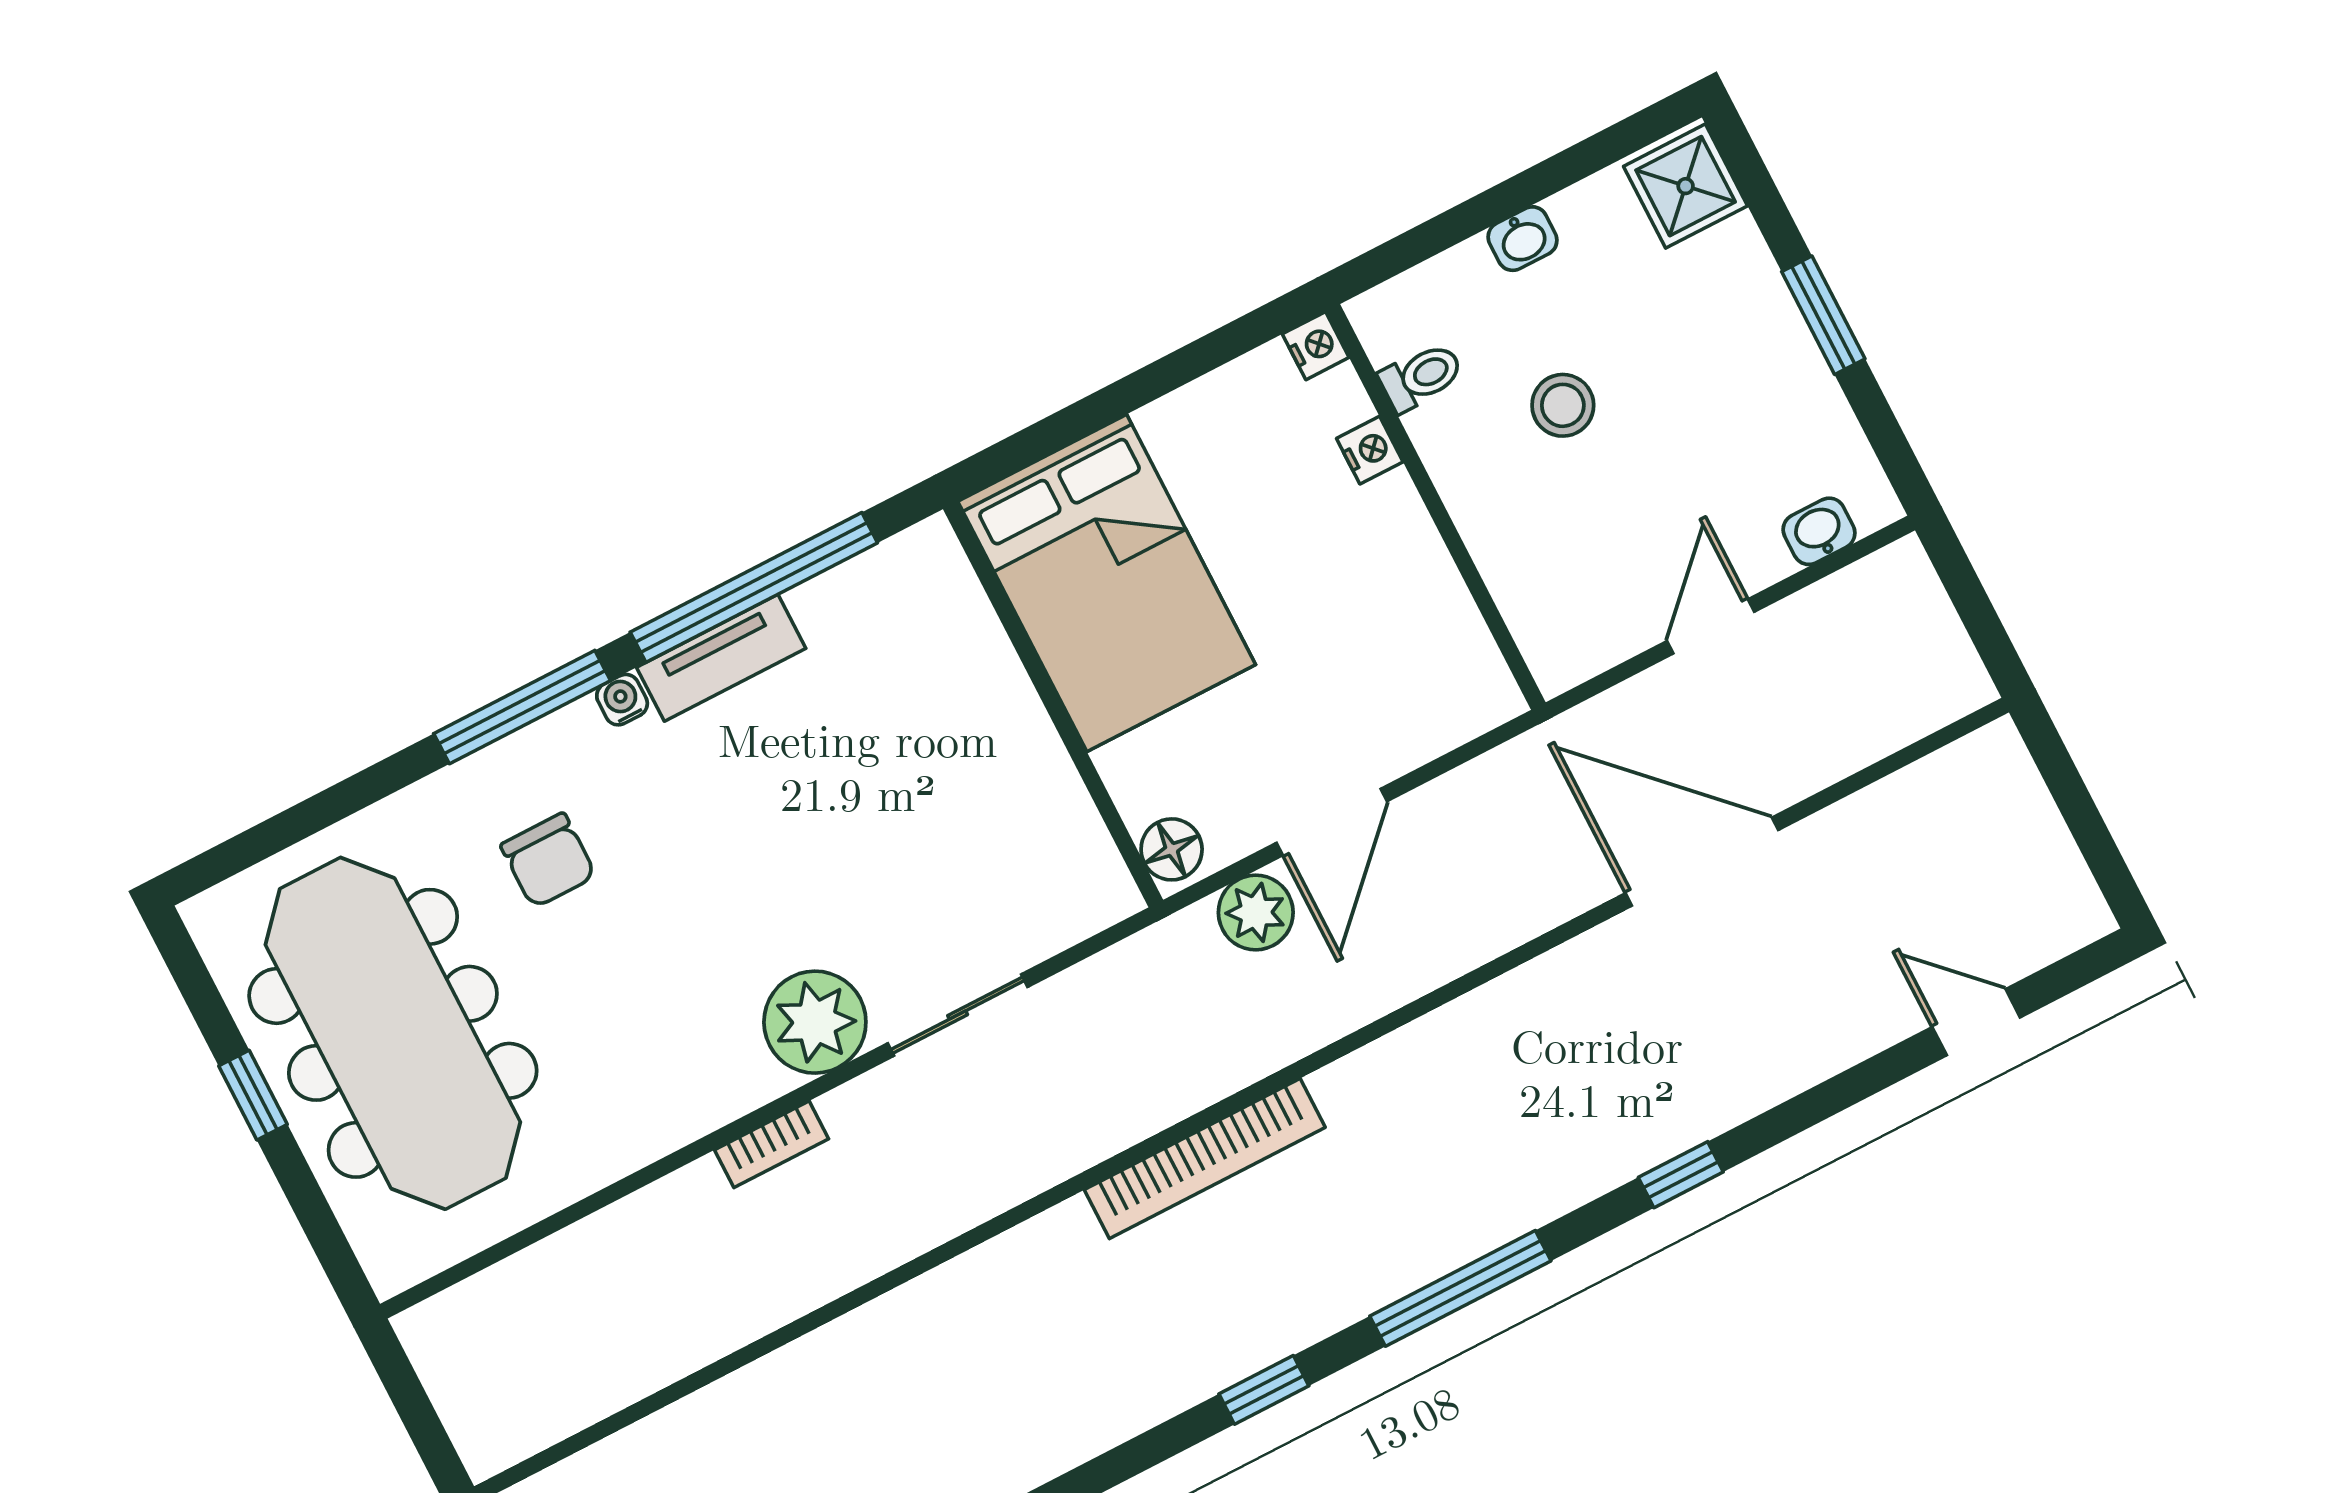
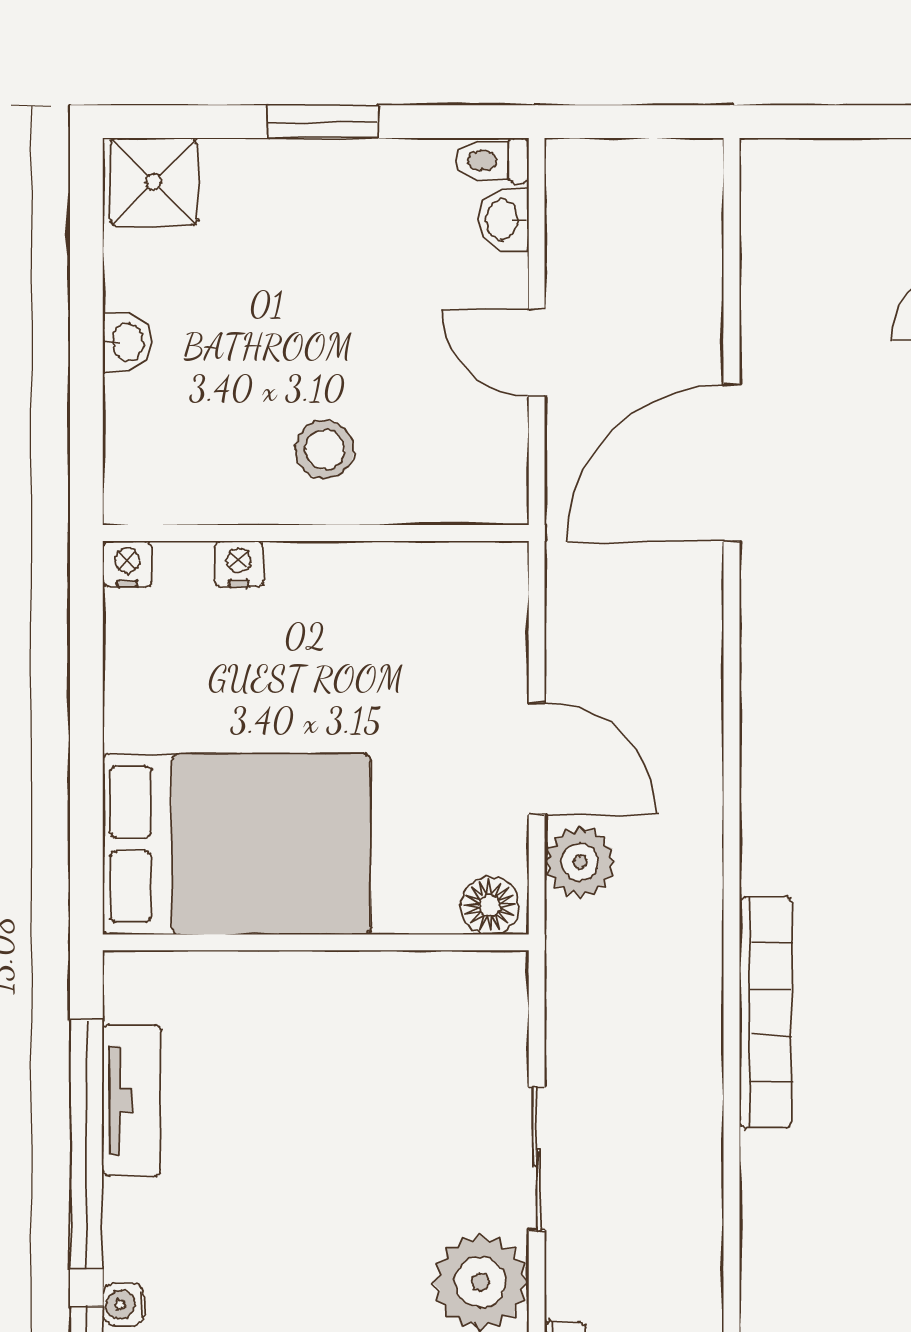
toilet: (1421, 377) -> (492, 161), moved, turned -90
stool: (1563, 405) -> (325, 450), moved
tv unit: (721, 658) -> (131, 1100), moved

